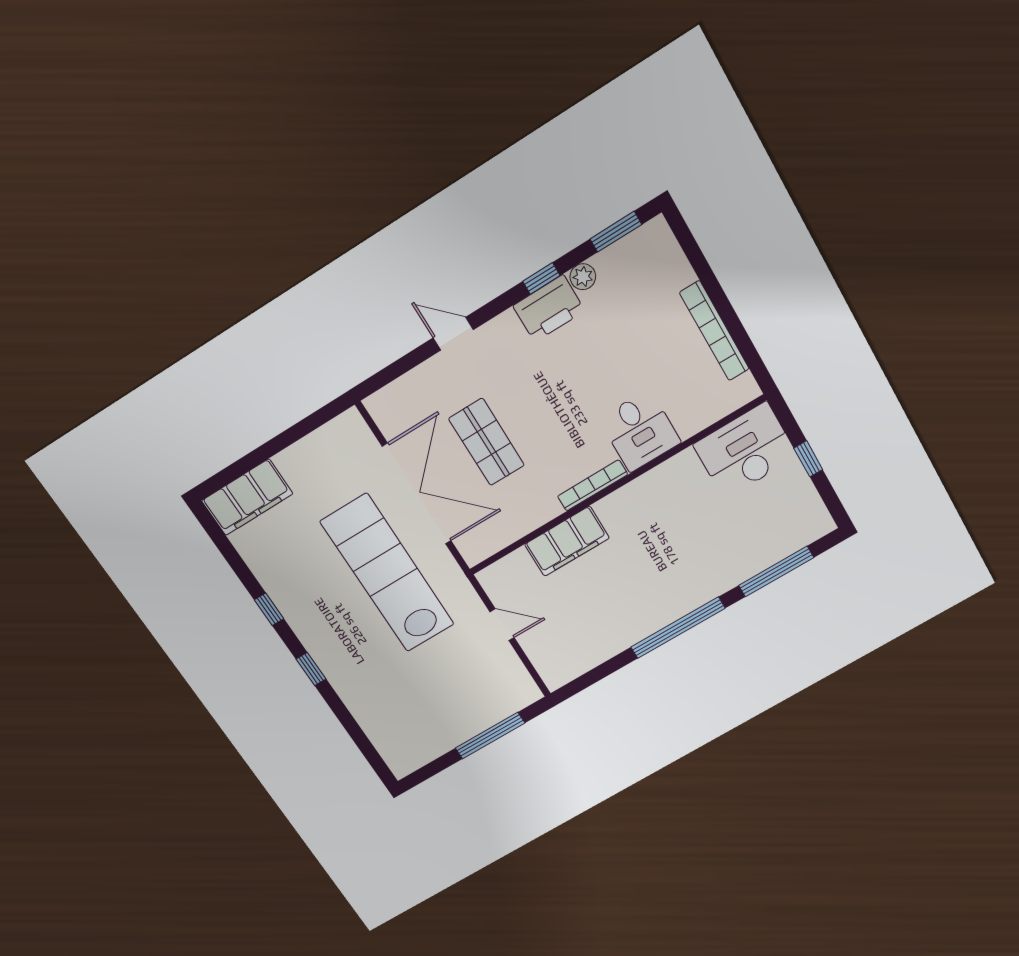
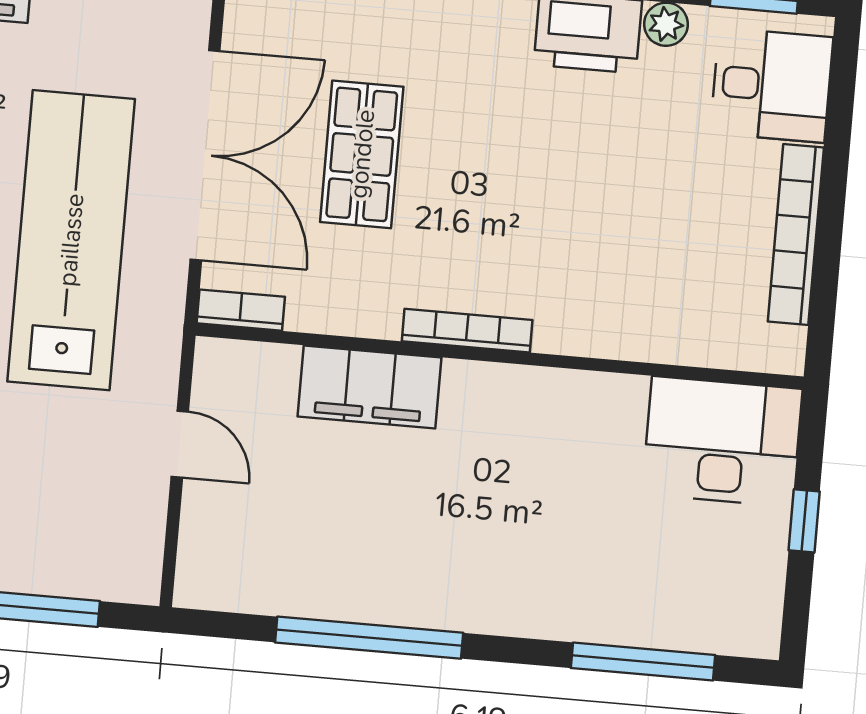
desk: (640, 431) -> (772, 85), moved, turned -90
bookcase: (485, 549) -> (241, 310), added
window: (678, 628) -> (369, 638), moved

